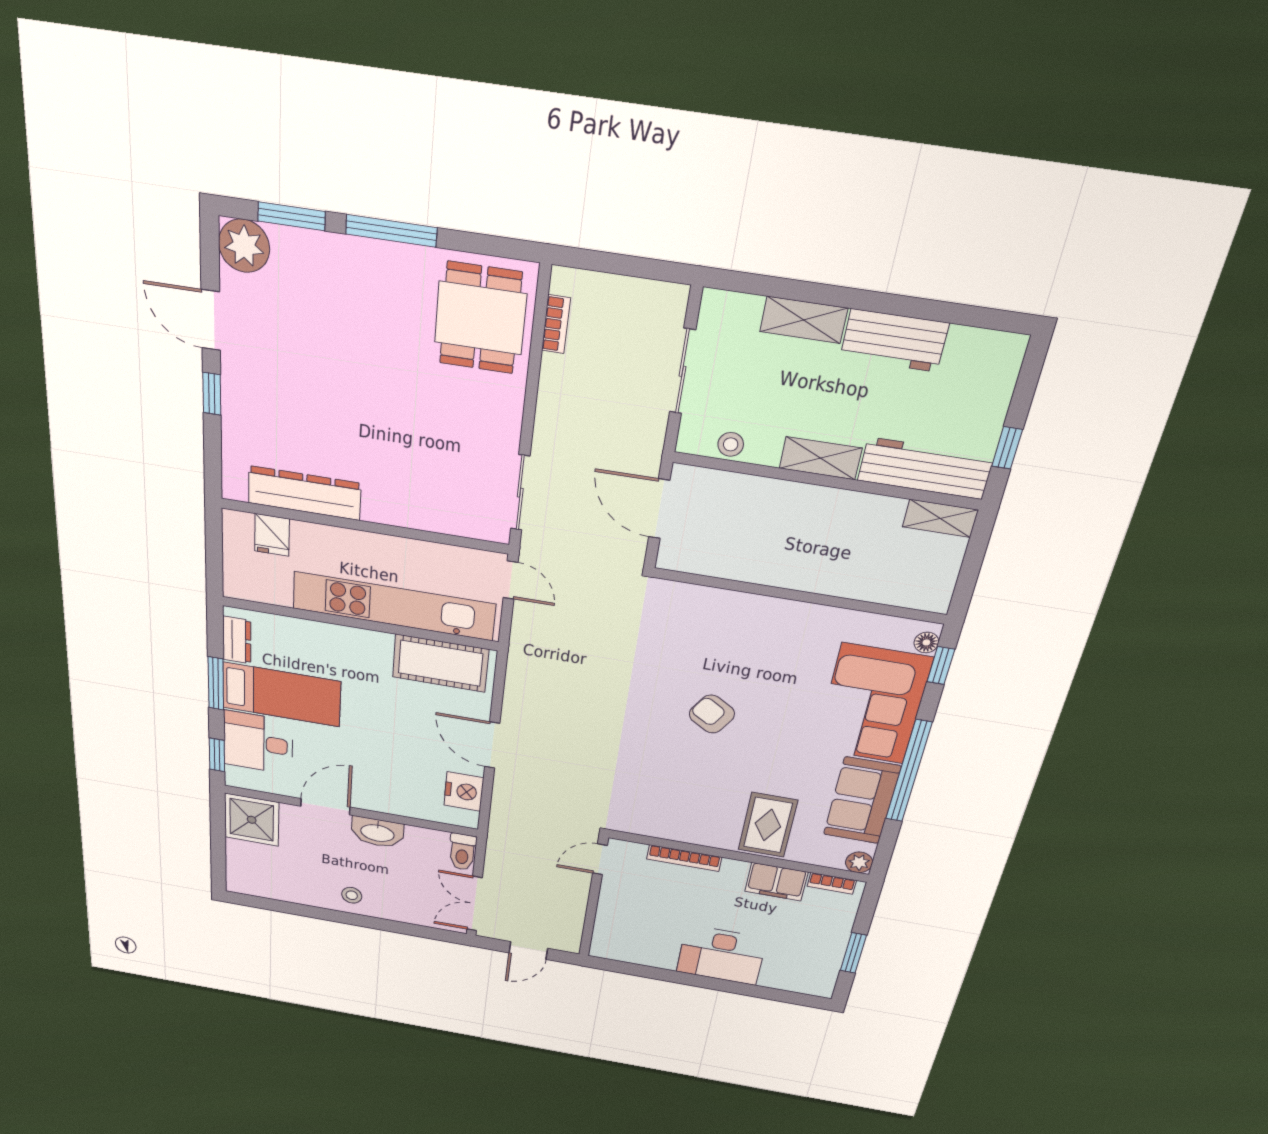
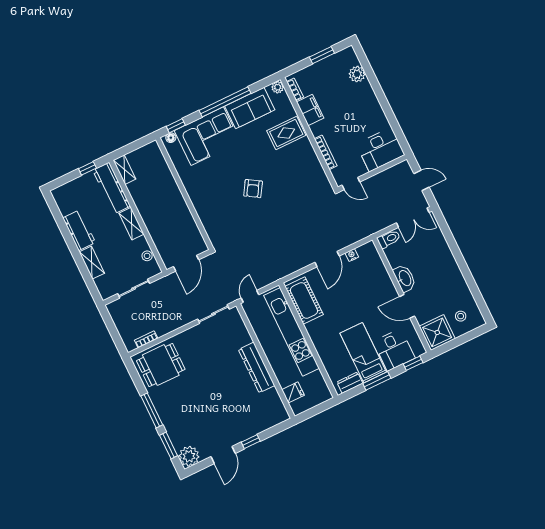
dresser: (304, 493) -> (257, 368), moved
nightstand: (464, 792) -> (352, 255), width x0.53, depth x0.56
stool: (352, 895) -> (461, 316), moved
desk: (721, 955) -> (381, 150), moved, turned 90
plant: (777, 977) -> (357, 74), added

